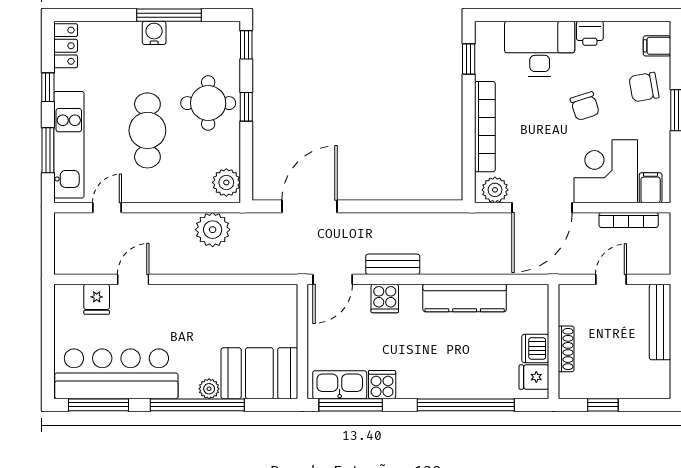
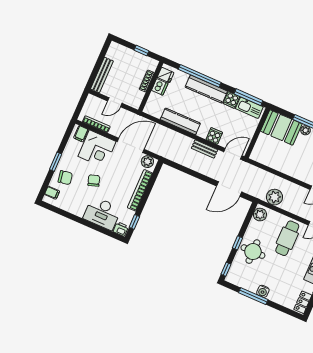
printer: (590, 33) -> (121, 229), moved
cafe table: (147, 130) -> (287, 238), moved
kitchen counter: (441, 384) -> (206, 89), added

